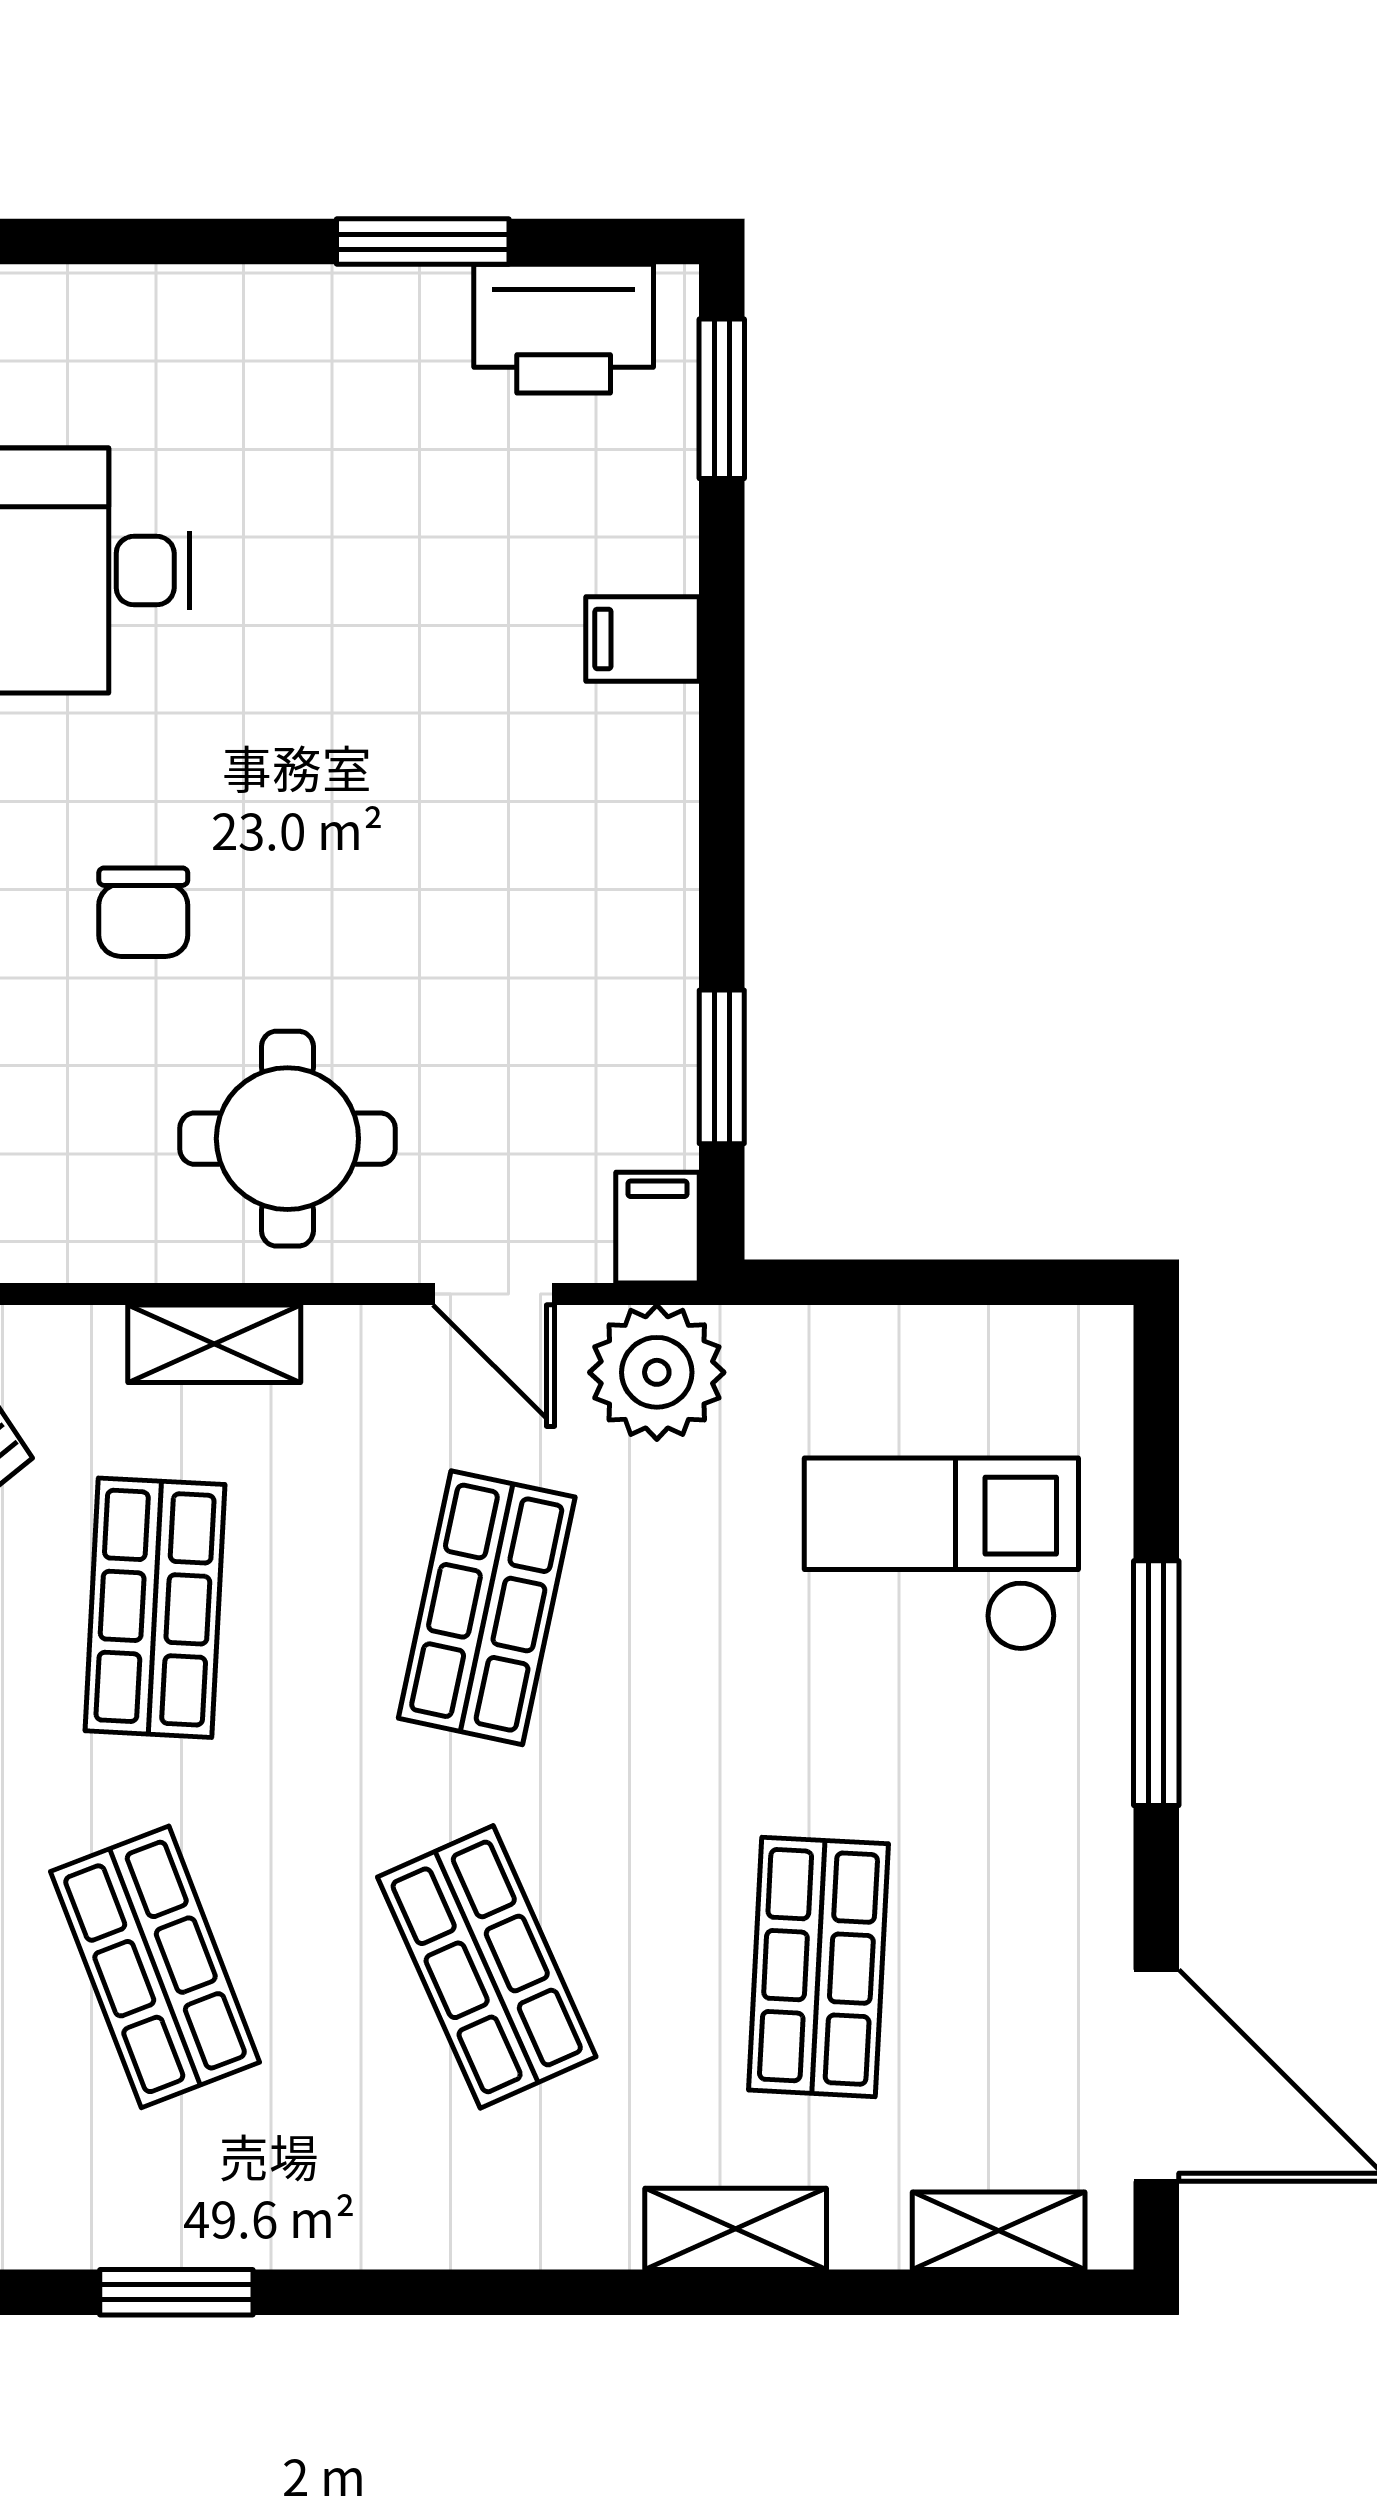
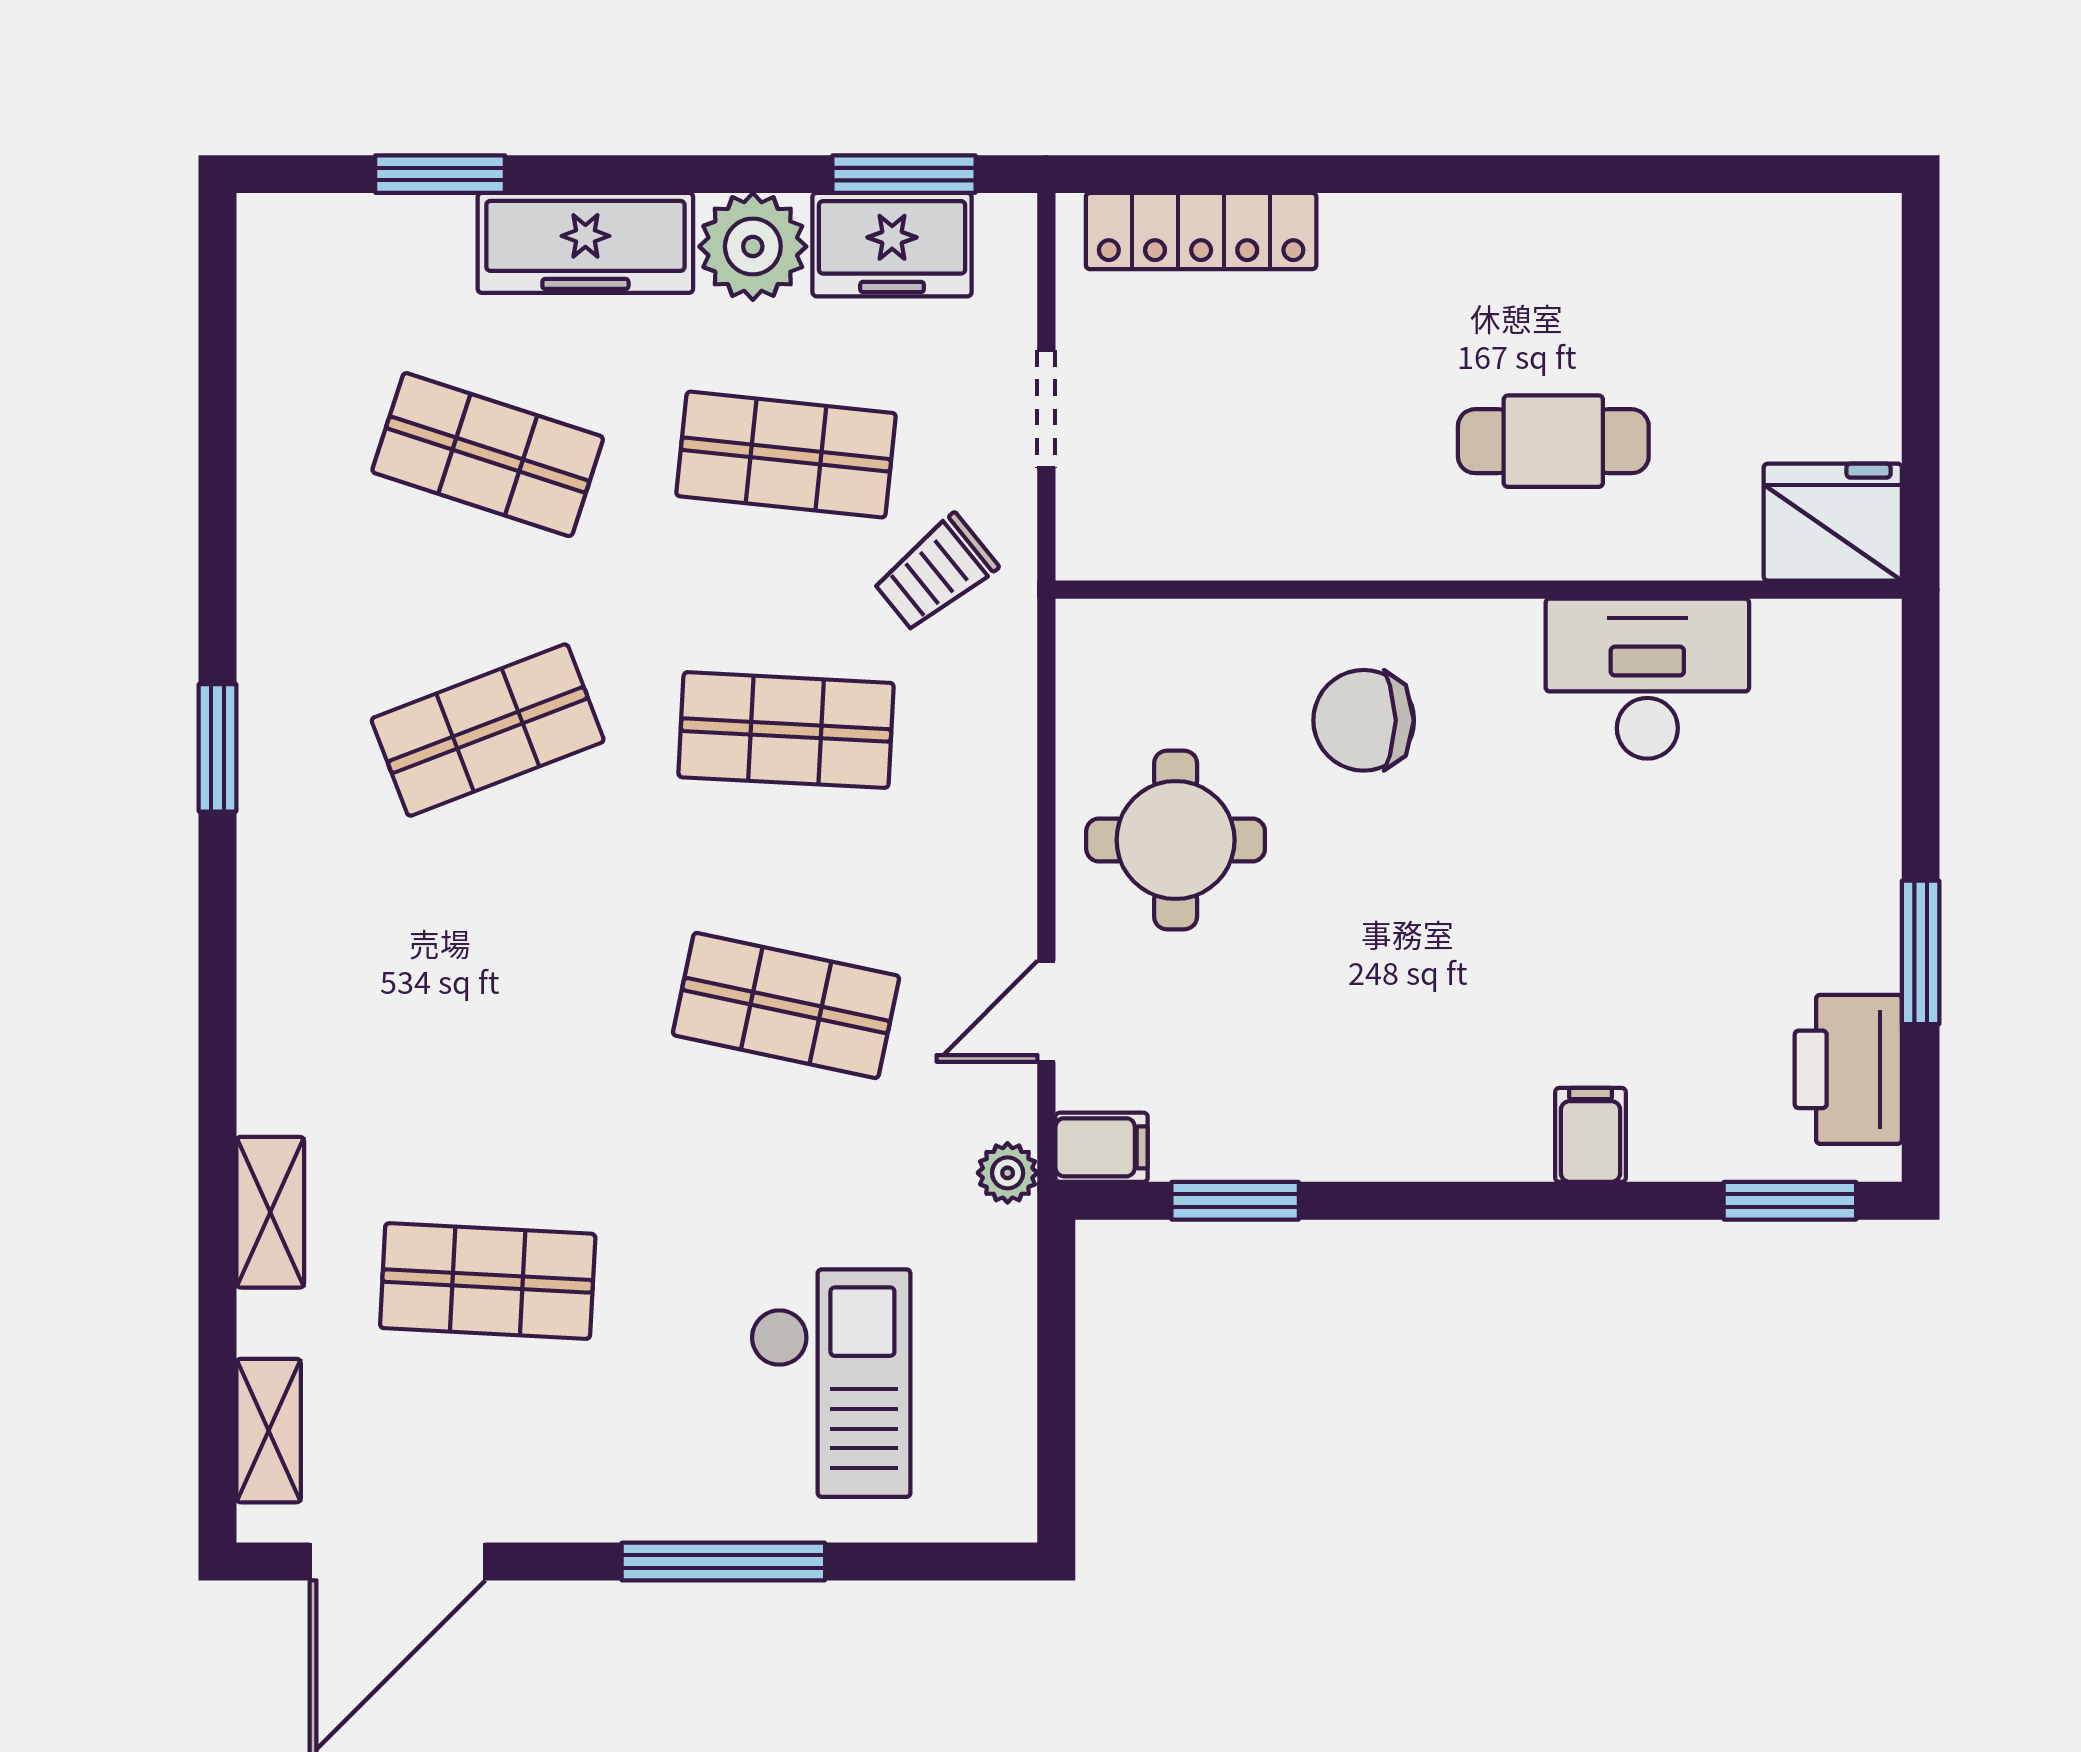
chair: (143, 912) -> (1364, 720), width x1.37, depth x1.37
shelving: (214, 1344) -> (1005, 779), removed
plant: (657, 1372) -> (1008, 1173), width x0.53, depth x0.53
shop shelf: (487, 1967) -> (488, 1006), removed

